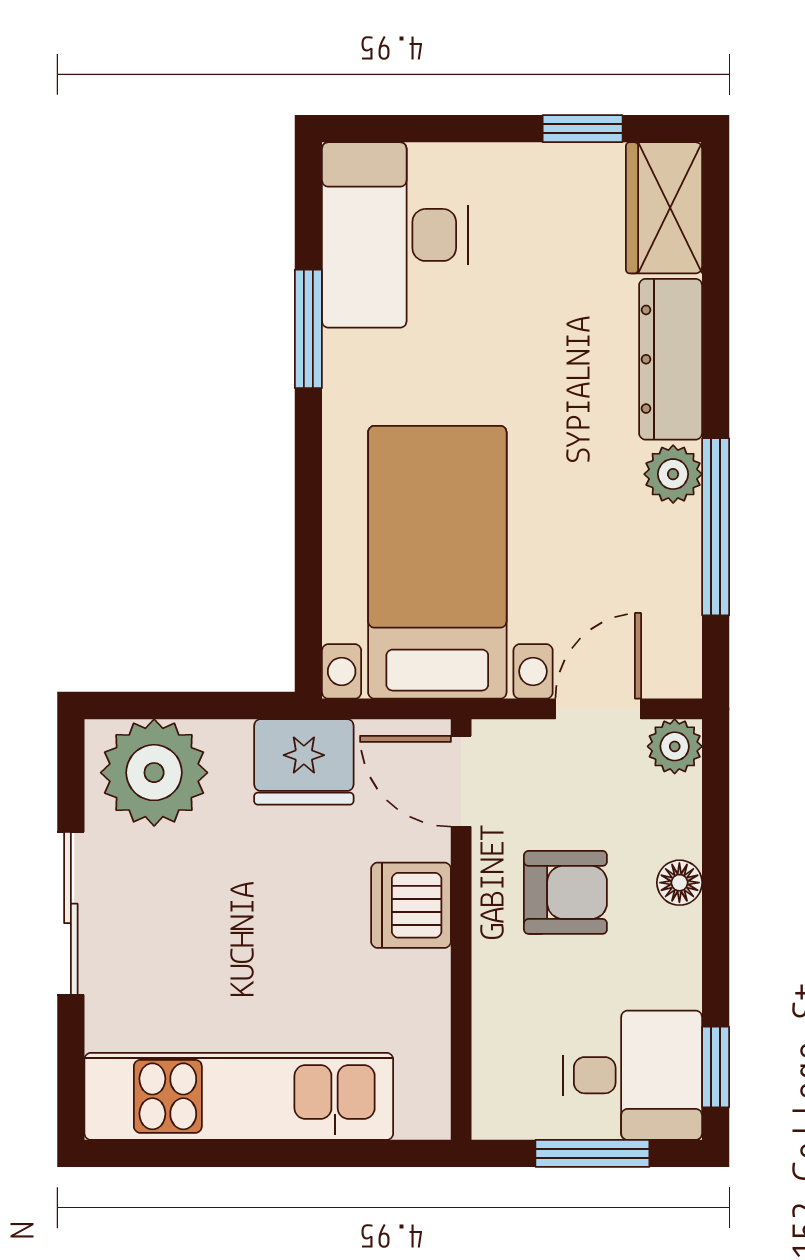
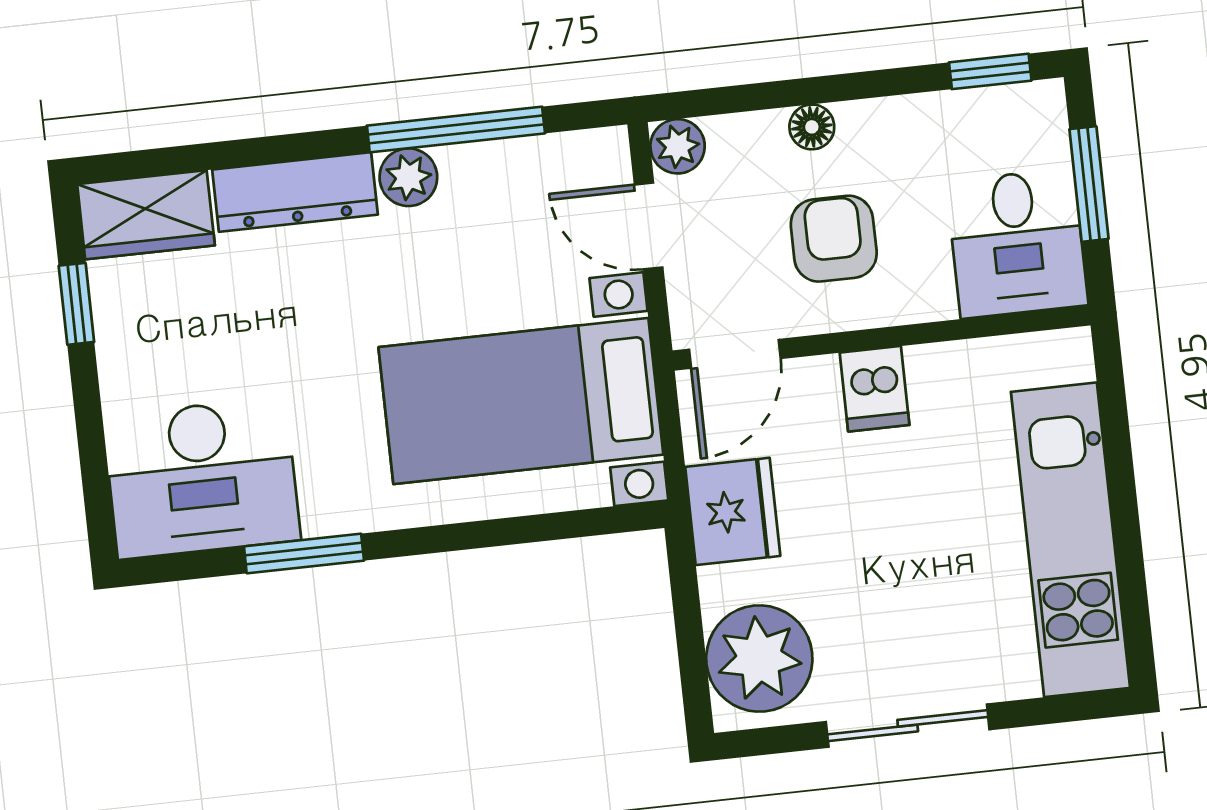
dishwasher: (411, 905) -> (875, 389), width x0.73
desk: (632, 1075) -> (1017, 243), moved, turned 180

